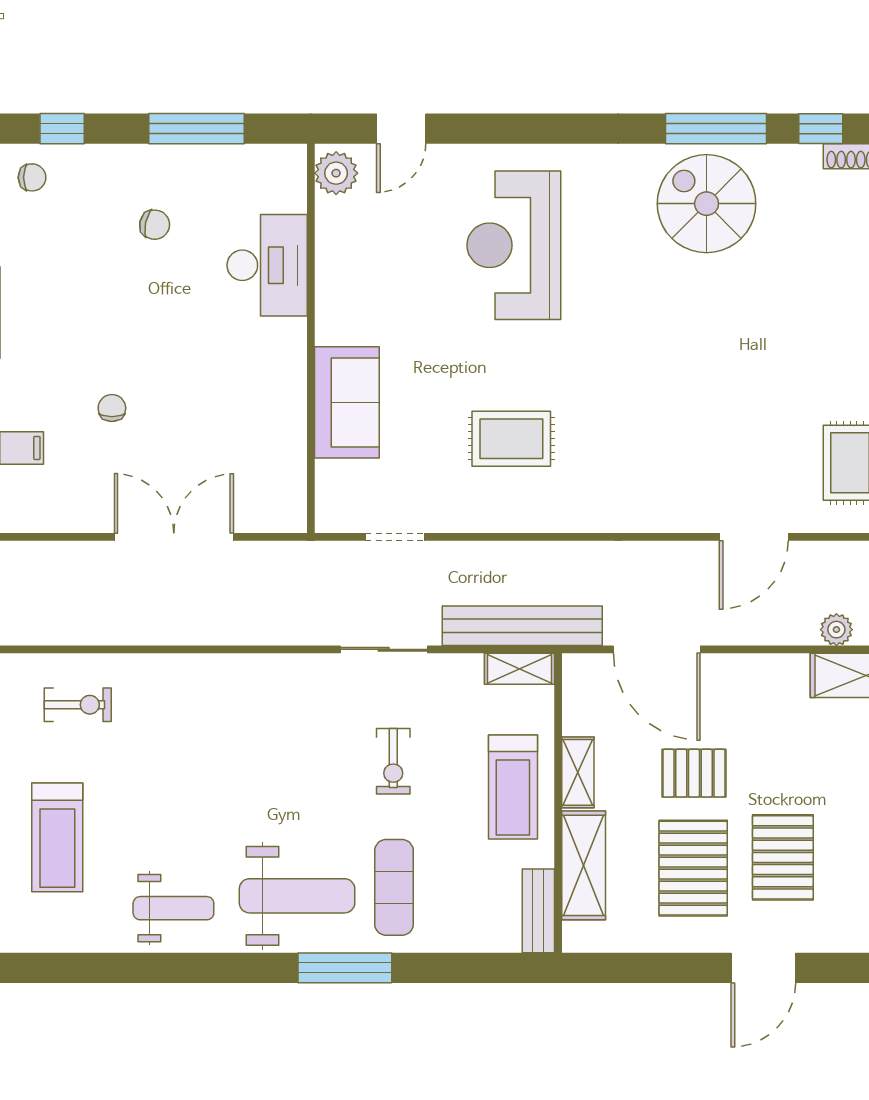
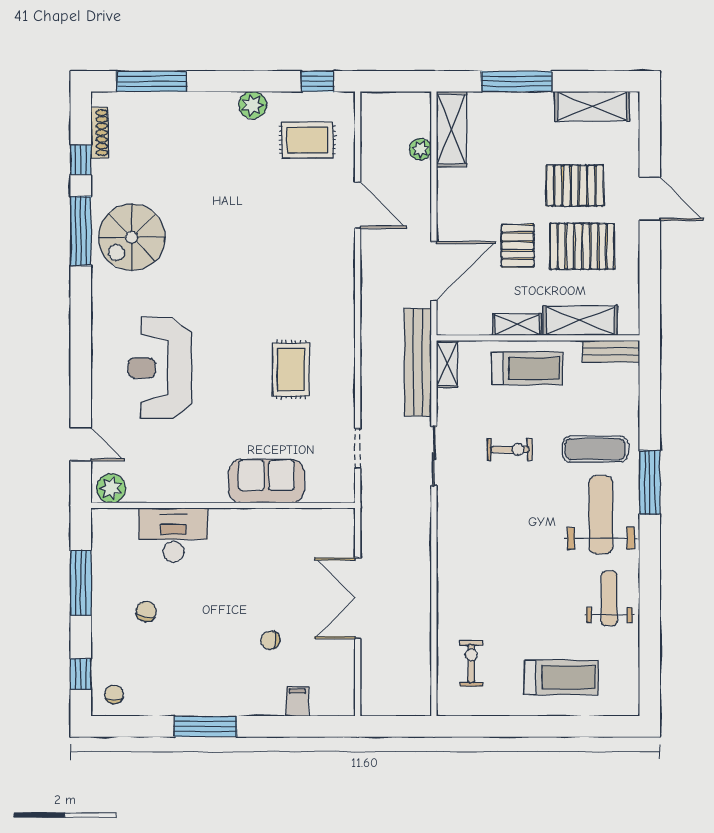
reception desk: (514, 245) -> (160, 368), turned 90

